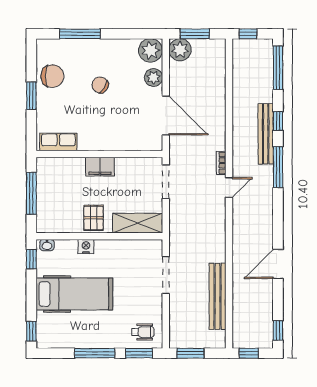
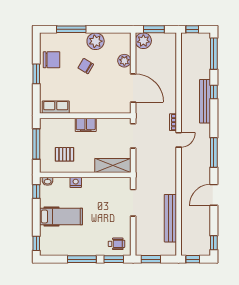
plant: (150, 50) -> (96, 41), moved
window: (278, 167) -> (214, 152), moved
pallet: (94, 218) -> (64, 154), moved, turned 90
hospital bed: (74, 294) -> (61, 217), width x0.73, depth x0.78

